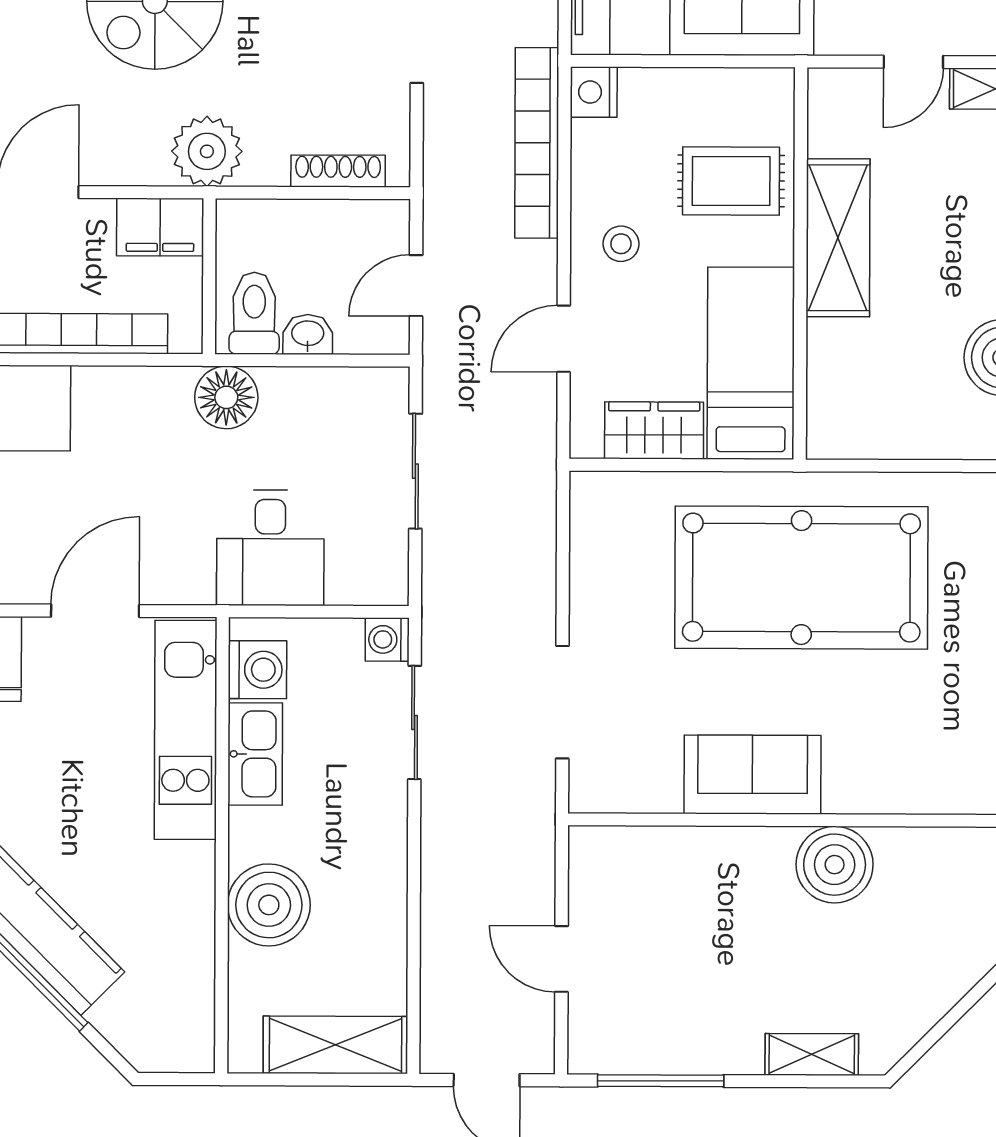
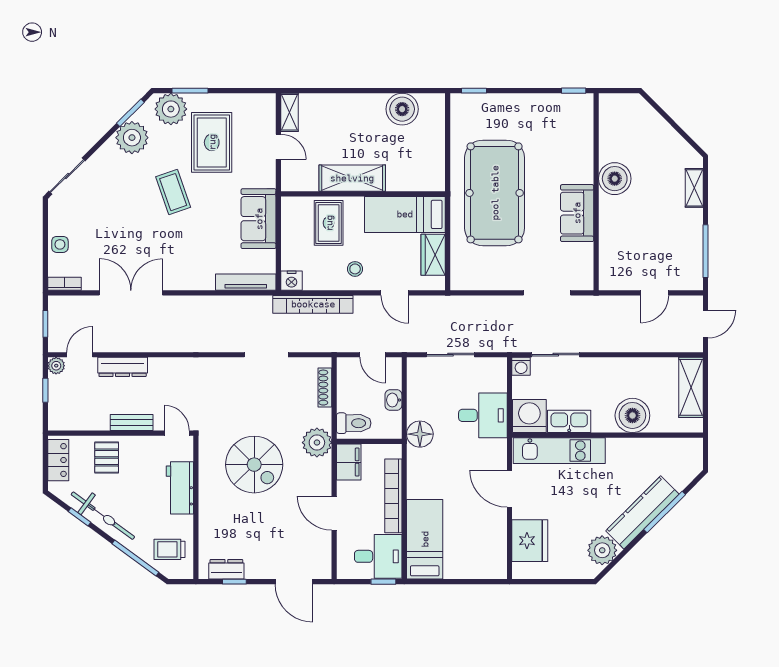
toilet: (254, 313) -> (354, 423), moved, turned 180
washing machine: (258, 670) -> (529, 416), width x1.37, depth x1.37

